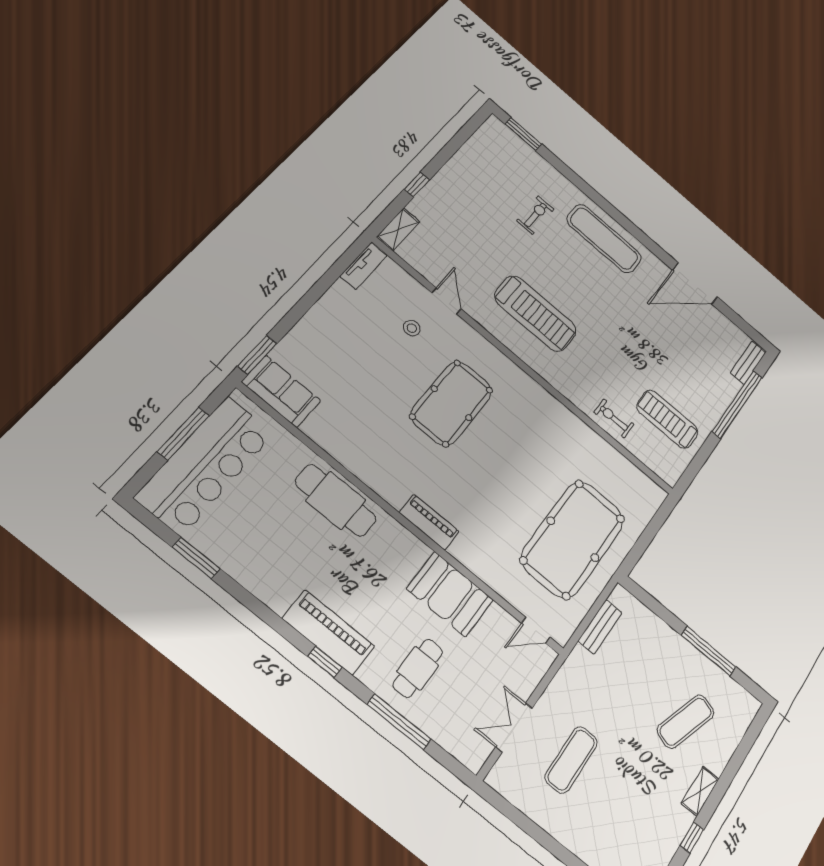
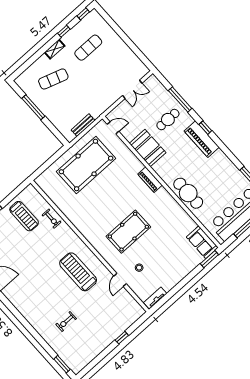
shelving: (398, 229) -> (135, 315), removed
exercise mat: (604, 239) -> (33, 309), removed
exercise mat: (571, 760) -> (88, 48), moved

